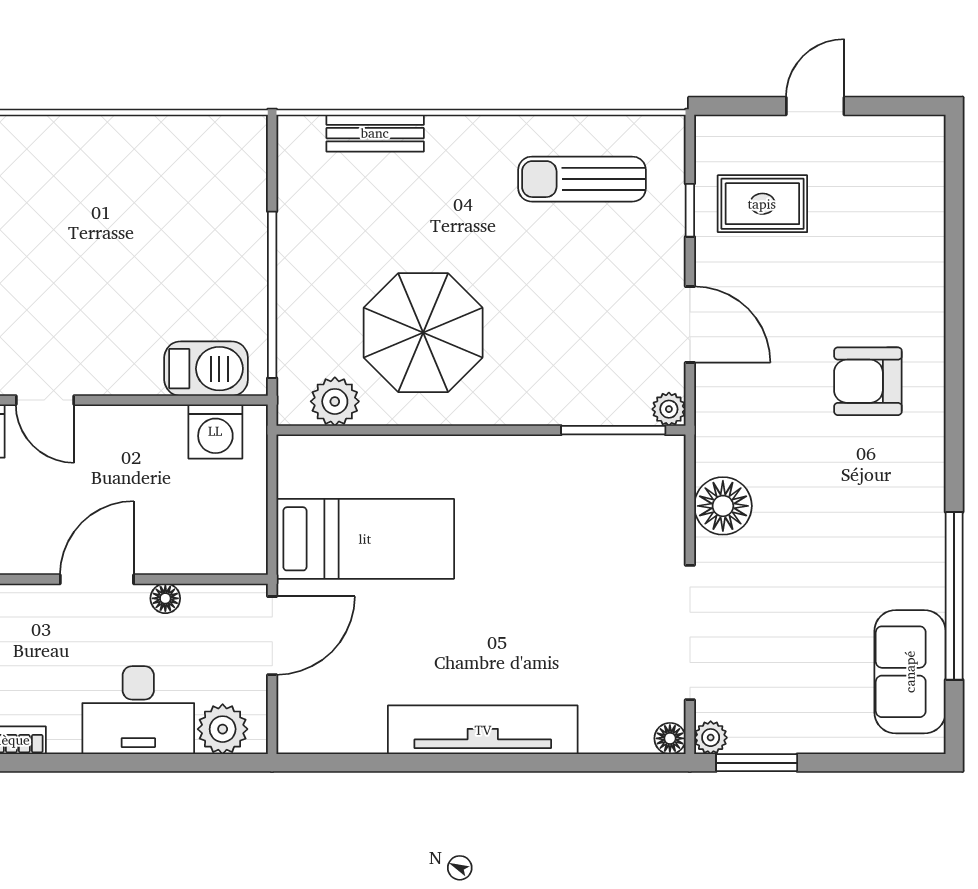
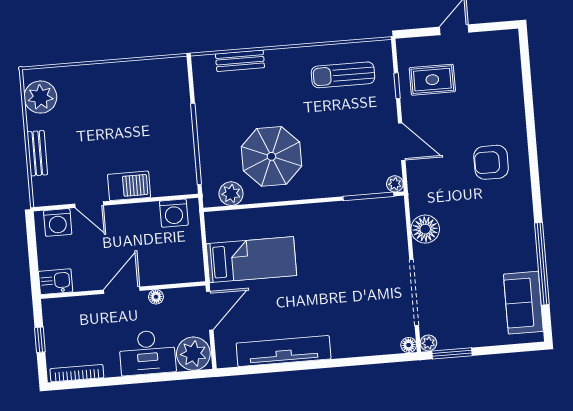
barbecue: (206, 369) -> (129, 186), moved
plant: (223, 729) -> (193, 354), width x1.36, depth x1.36
tv unit: (483, 730) -> (284, 351), moved

